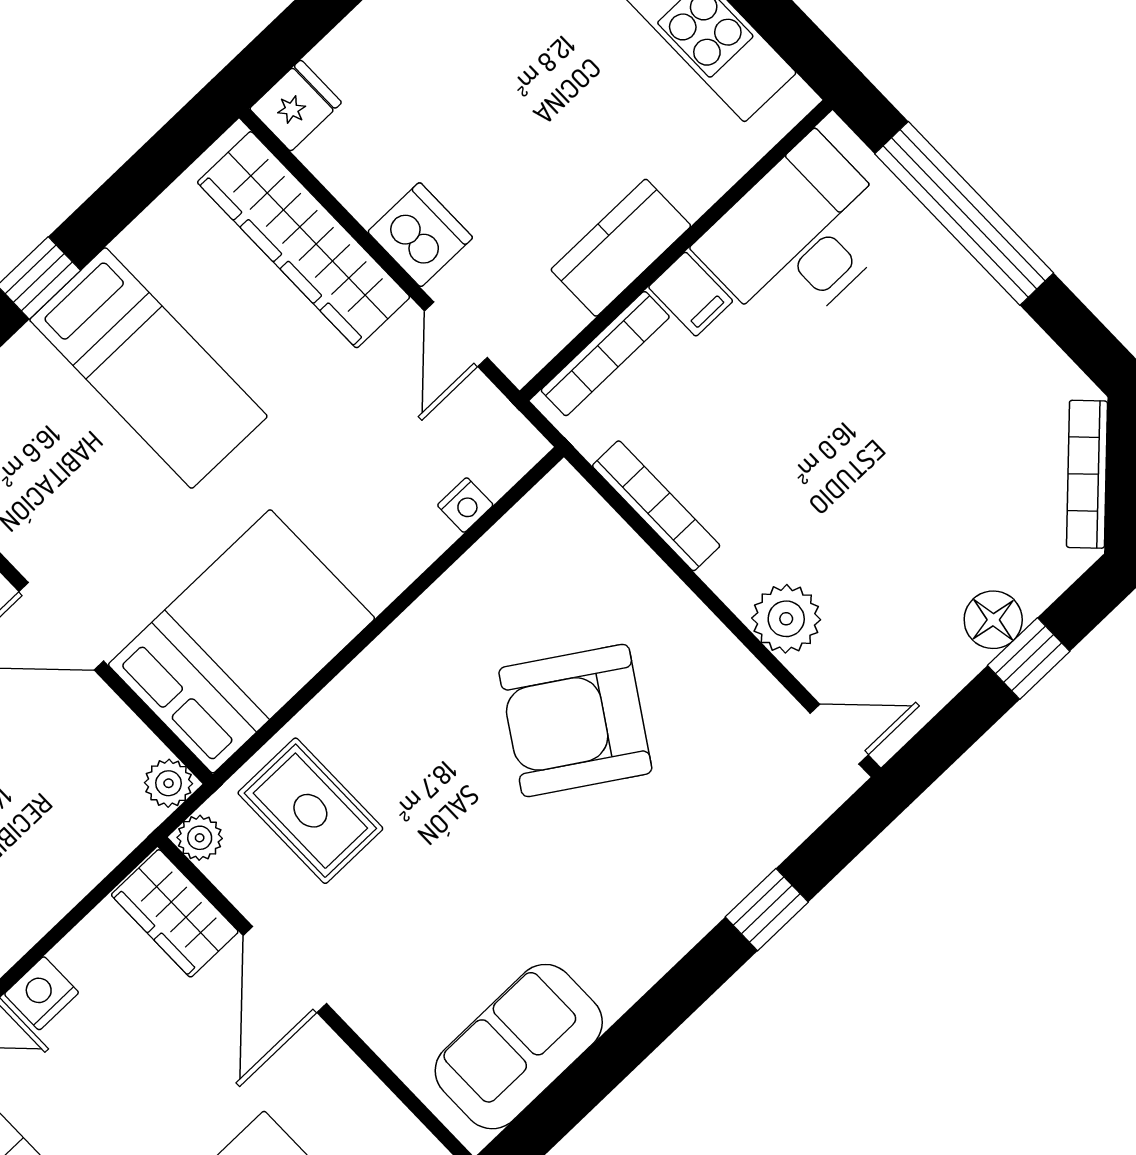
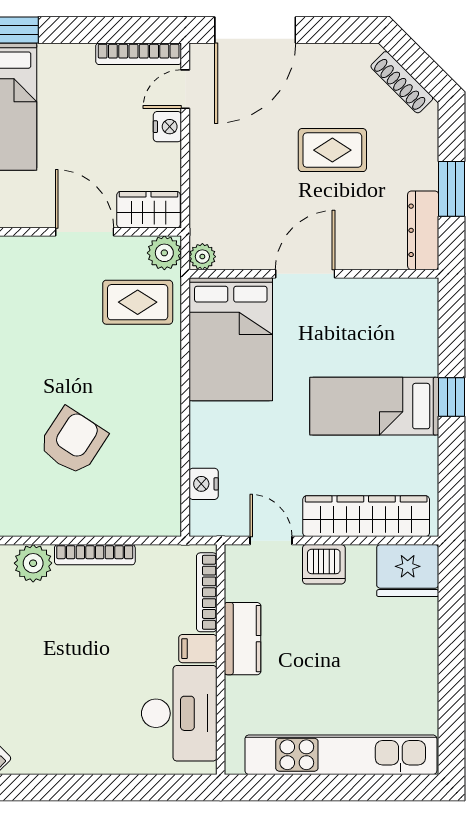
fridge: (296, 106) -> (408, 571), width x1.88, depth x1.34
window: (964, 213) -> (126, 787), removed
nightstand: (465, 505) -> (204, 484), width x1.39, depth x1.35
bookcase: (656, 506) -> (95, 555), moved
armchair: (575, 720) -> (73, 441), width x0.73, depth x0.73
plant: (200, 838) -> (164, 253), width x1.38, depth x1.38

